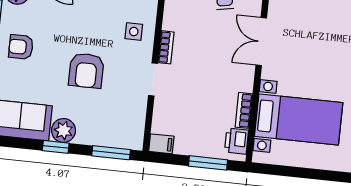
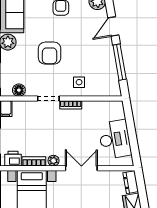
armchair: (86, 71) -> (50, 53), turned -90
plant: (246, 82) -> (53, 161), added
floor lamp: (136, 122) -> (19, 90), added

